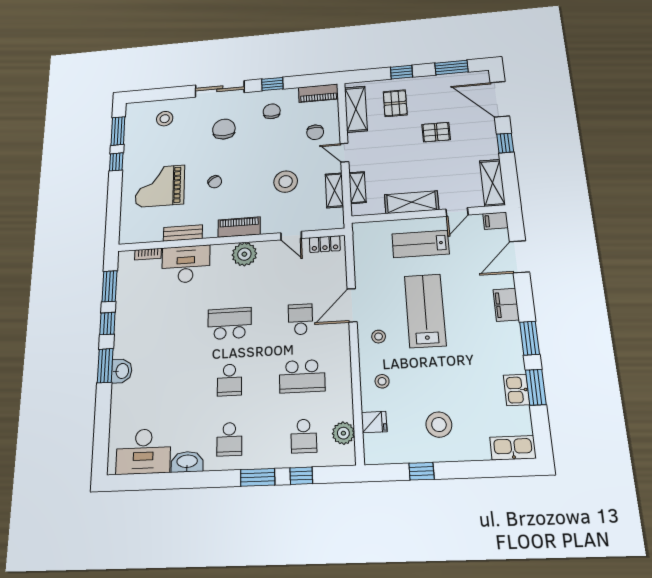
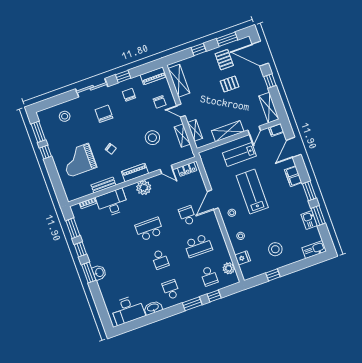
pallet: (395, 103) -> (224, 60), moved
school desk: (229, 439) -> (171, 290), turned 180

